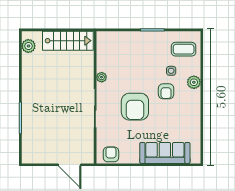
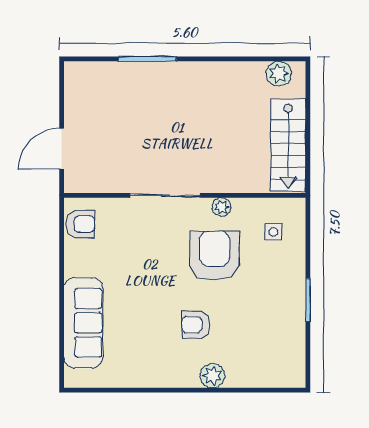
coffee table: (184, 49) -> (273, 357), removed
side table: (171, 71) -> (273, 232), moved
armchair: (135, 107) -> (215, 256), moved, turned 90

